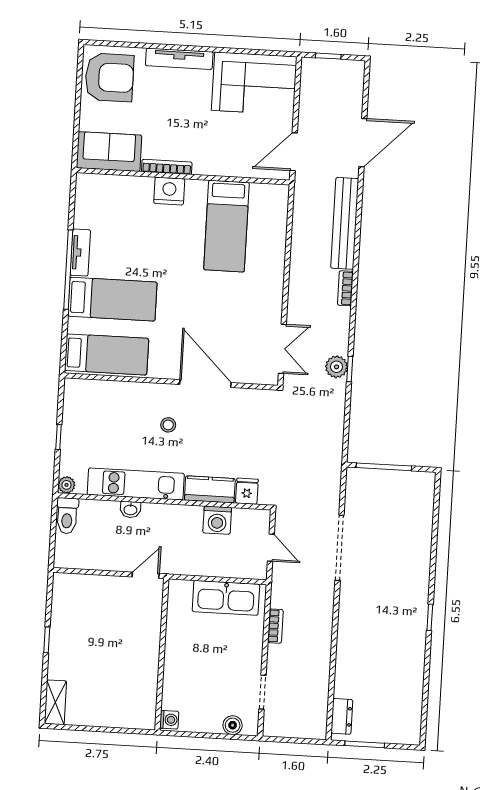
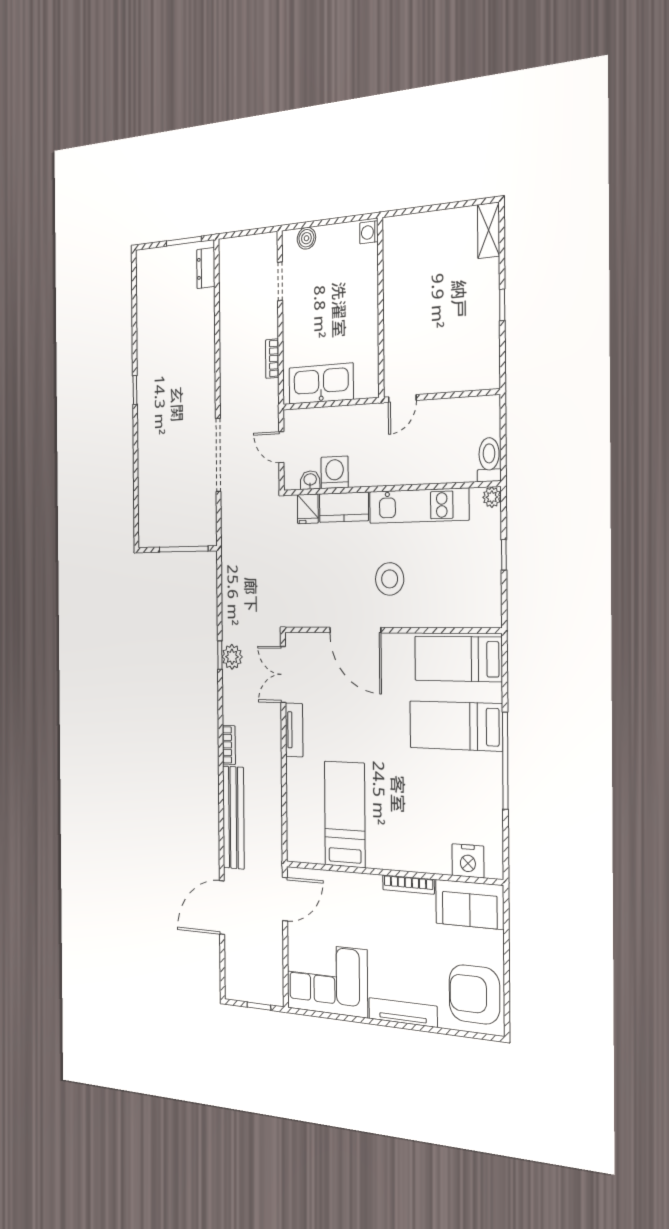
nightstand: (169, 191) -> (468, 861), moved
tv unit: (80, 253) -> (294, 730), moved, turned 180
stool: (168, 425) -> (390, 579), width x1.89, depth x1.89
washbasin: (130, 510) -> (310, 480), moved

